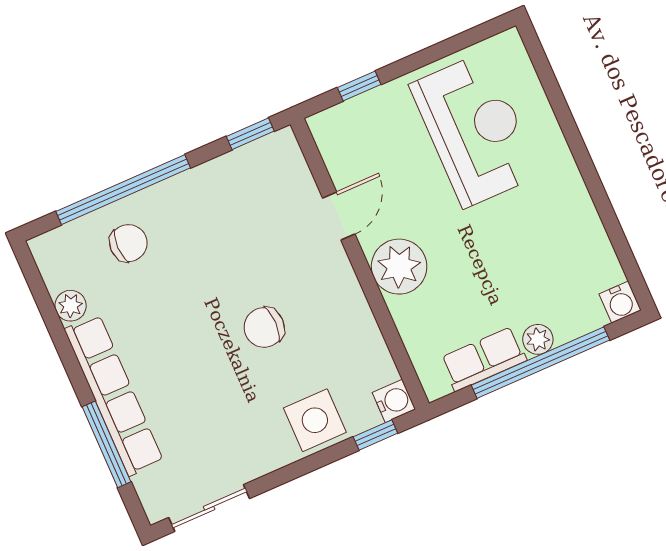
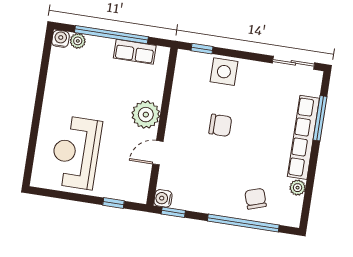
chair: (128, 243) -> (256, 199), turned 72
plant: (538, 339) -> (78, 41), moved
water cooler: (394, 401) -> (163, 198), moved

